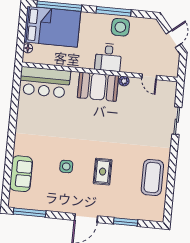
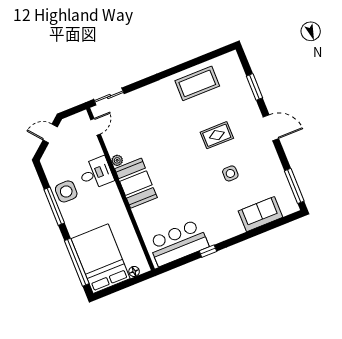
desk: (108, 57) -> (96, 173), moved
door: (149, 77) -> (96, 127), moved
bar counter: (45, 82) -> (178, 243), moved, turned -90
window: (13, 116) -> (208, 251), added
sliding door: (177, 121) -> (109, 97), moved

